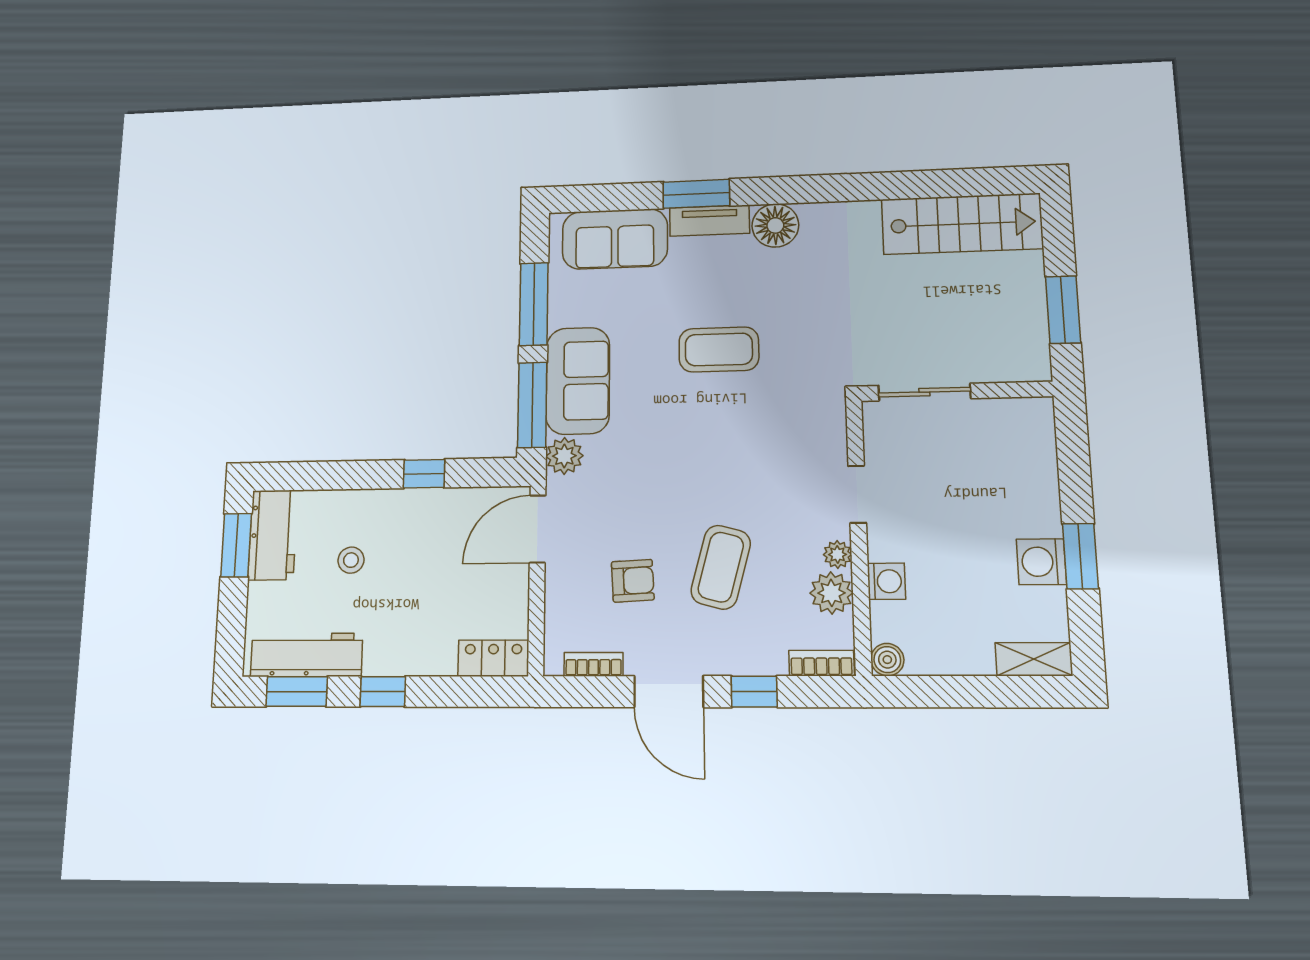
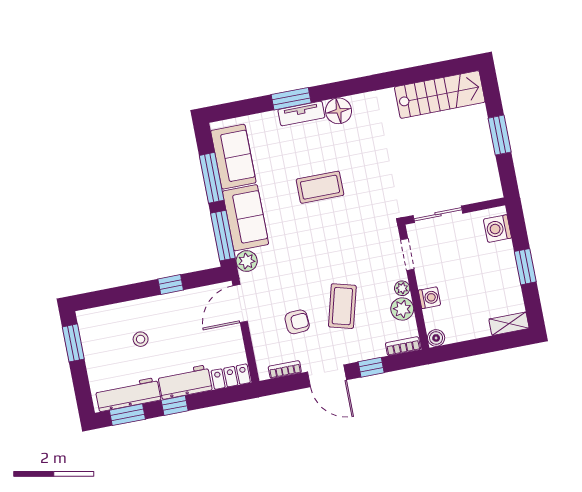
sofa: (615, 239) -> (233, 157), moved, turned -90
wall: (956, 391) -> (455, 211), moved
sliding door: (924, 392) -> (438, 214), moved
workbench: (273, 535) -> (185, 382), moved, turned -90
washing machine: (1041, 562) -> (497, 229), moved

